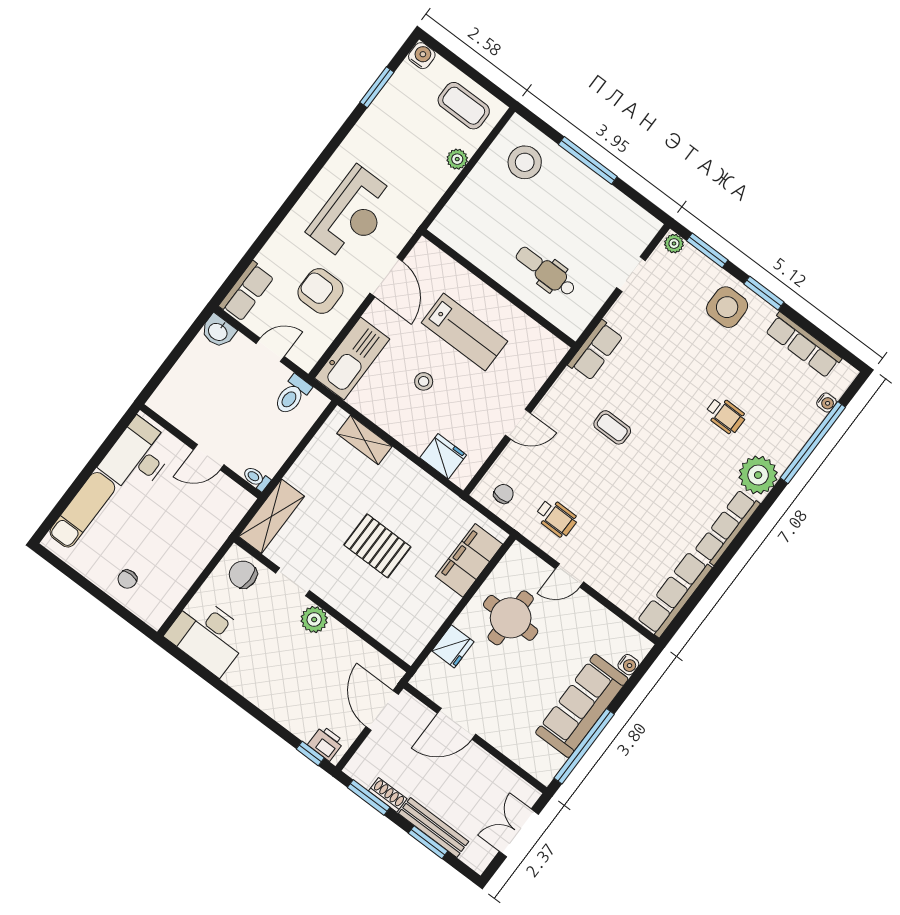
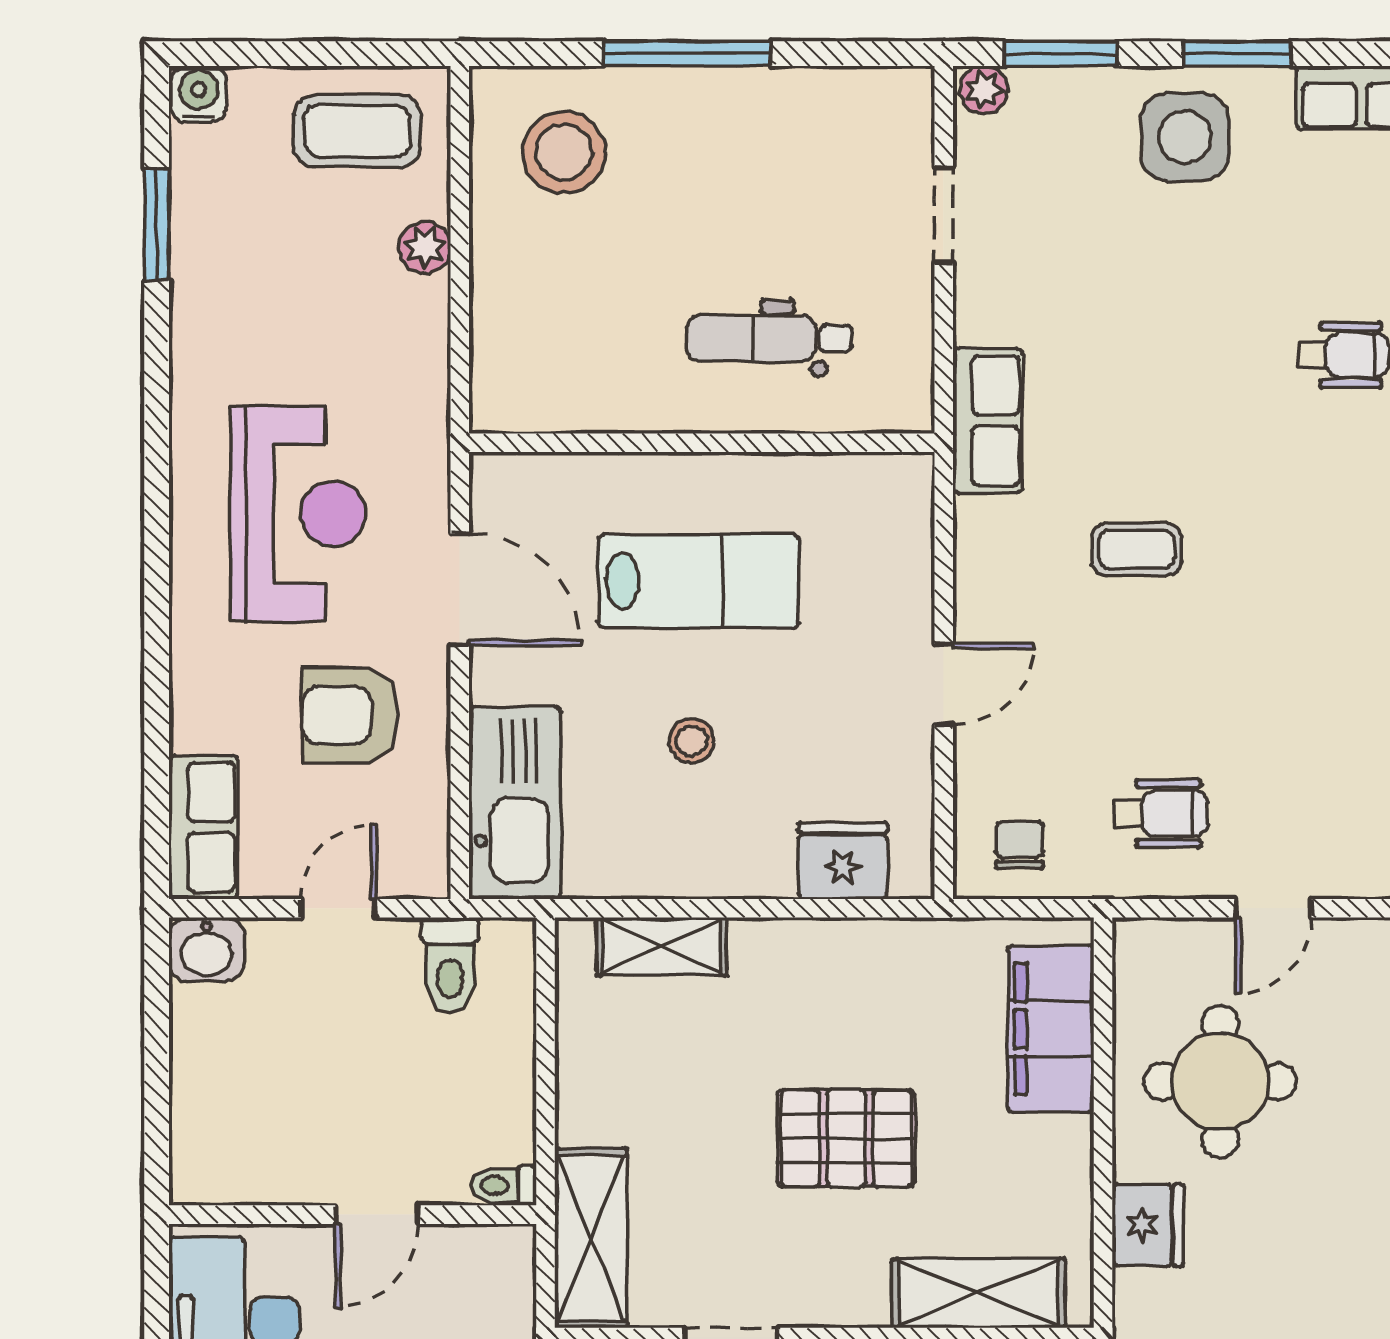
shelving: (382, 627) -> (978, 1293), added

